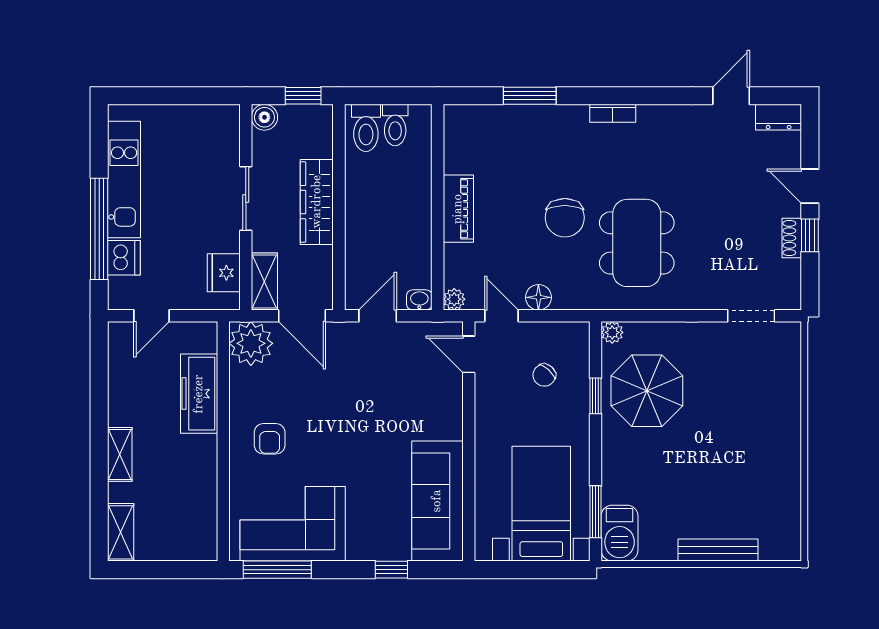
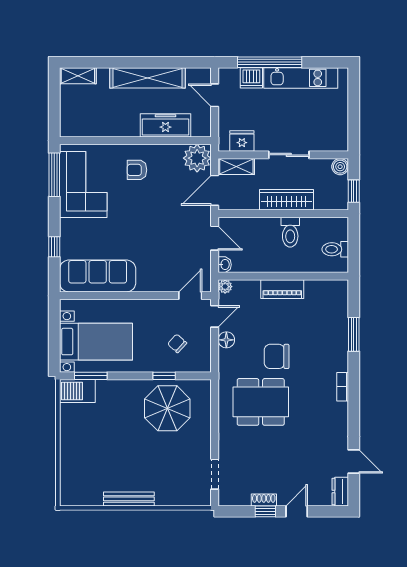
toilet: (366, 128) -> (290, 232), moved, turned -90
plant: (612, 332) -> (204, 386), removed
shelving: (120, 454) -> (148, 78), width x2.20, depth x1.33
bench: (718, 550) -> (129, 499), moved, turned 90

